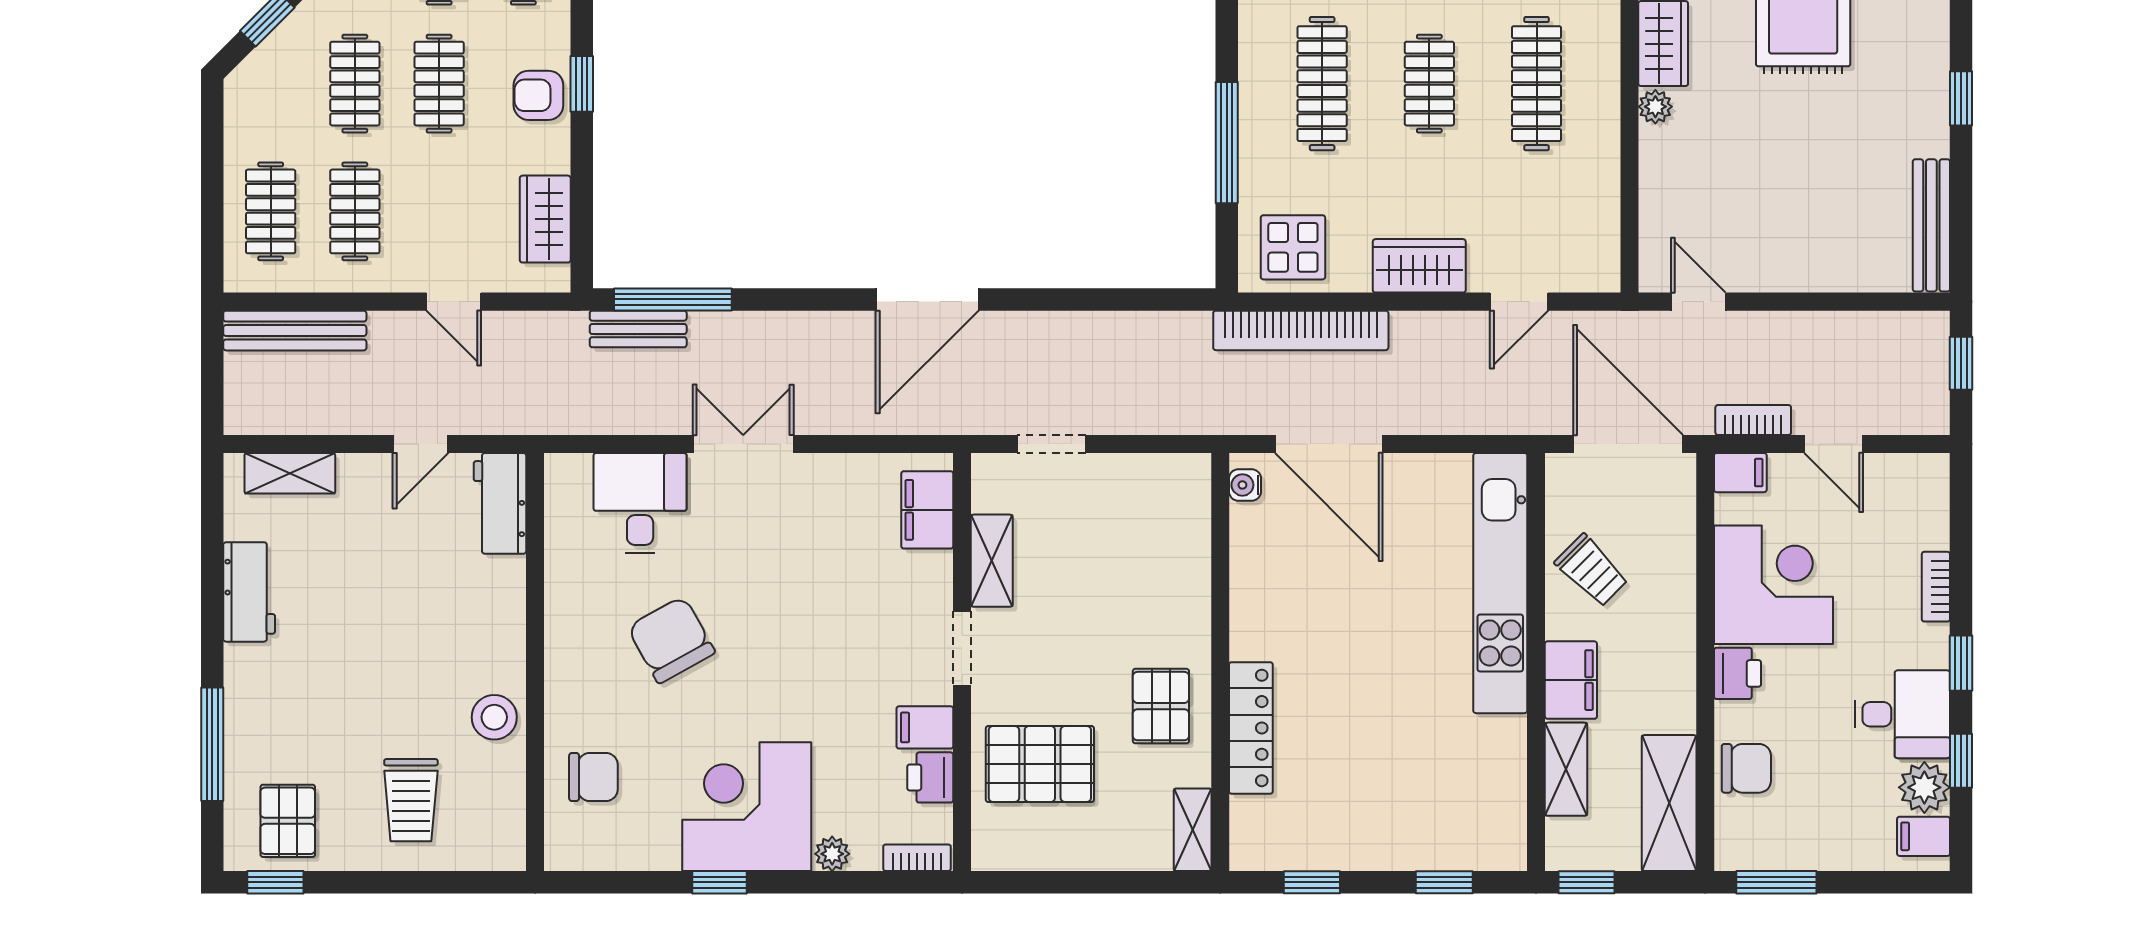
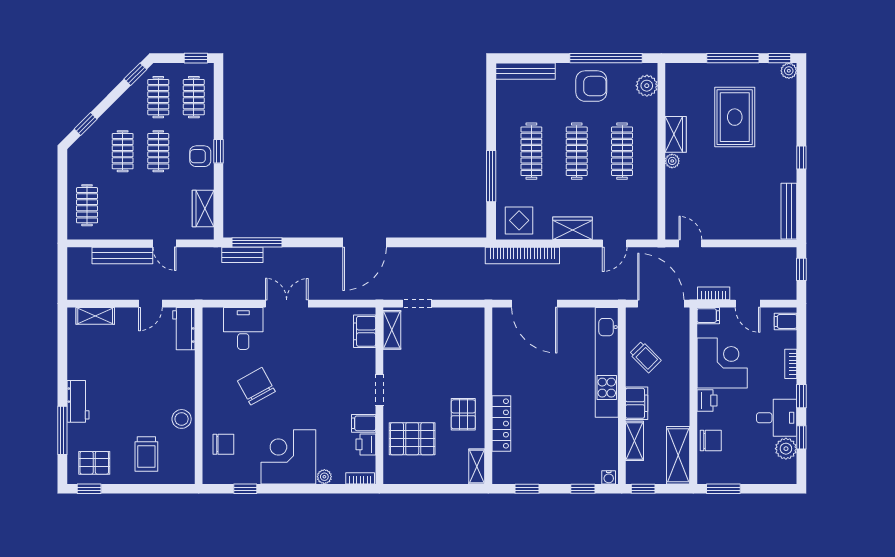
clothes rail: (1429, 84) -> (577, 151), width x1.36
clothes rail: (355, 211) -> (123, 205), removed
bench: (295, 331) -> (122, 256), moved
water cooler: (1245, 485) -> (609, 477), moved, turned -90
shelving: (992, 561) -> (392, 330), moved
workbench: (249, 592) -> (78, 401), moved
pallet: (288, 821) -> (94, 463), turned 90
filing cabinet: (1924, 836) -> (786, 321), moved
window: (719, 882) -> (245, 489), moved

